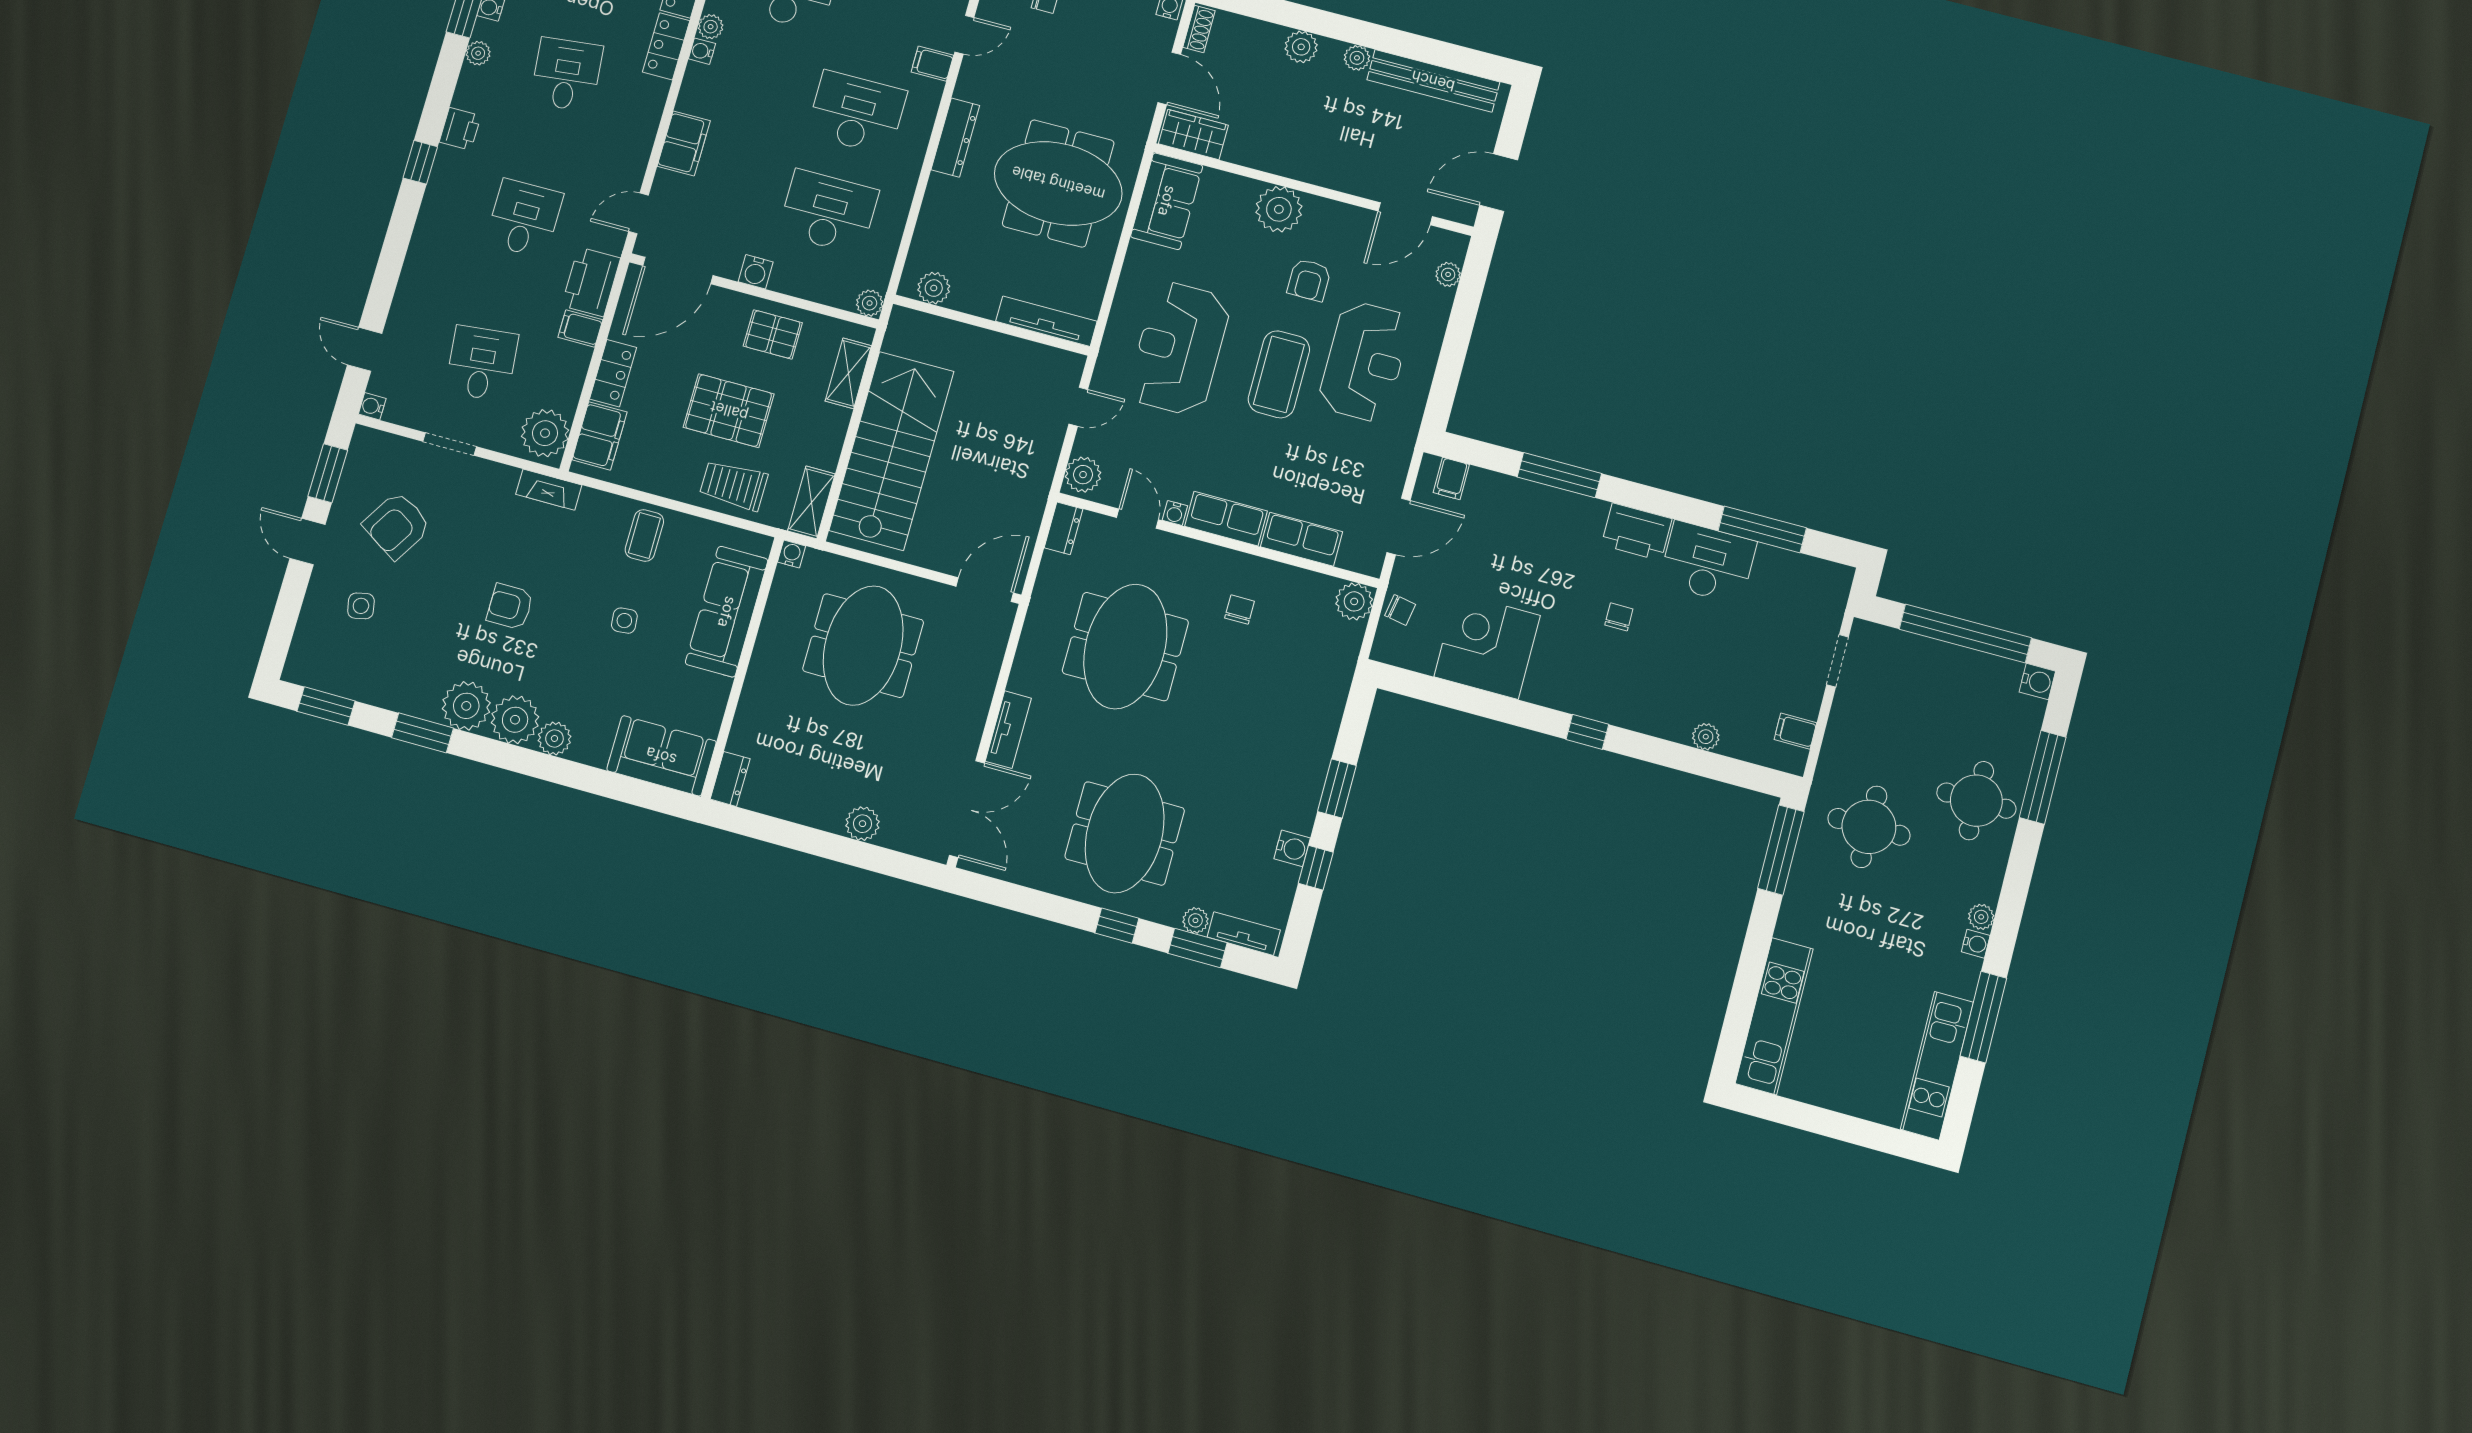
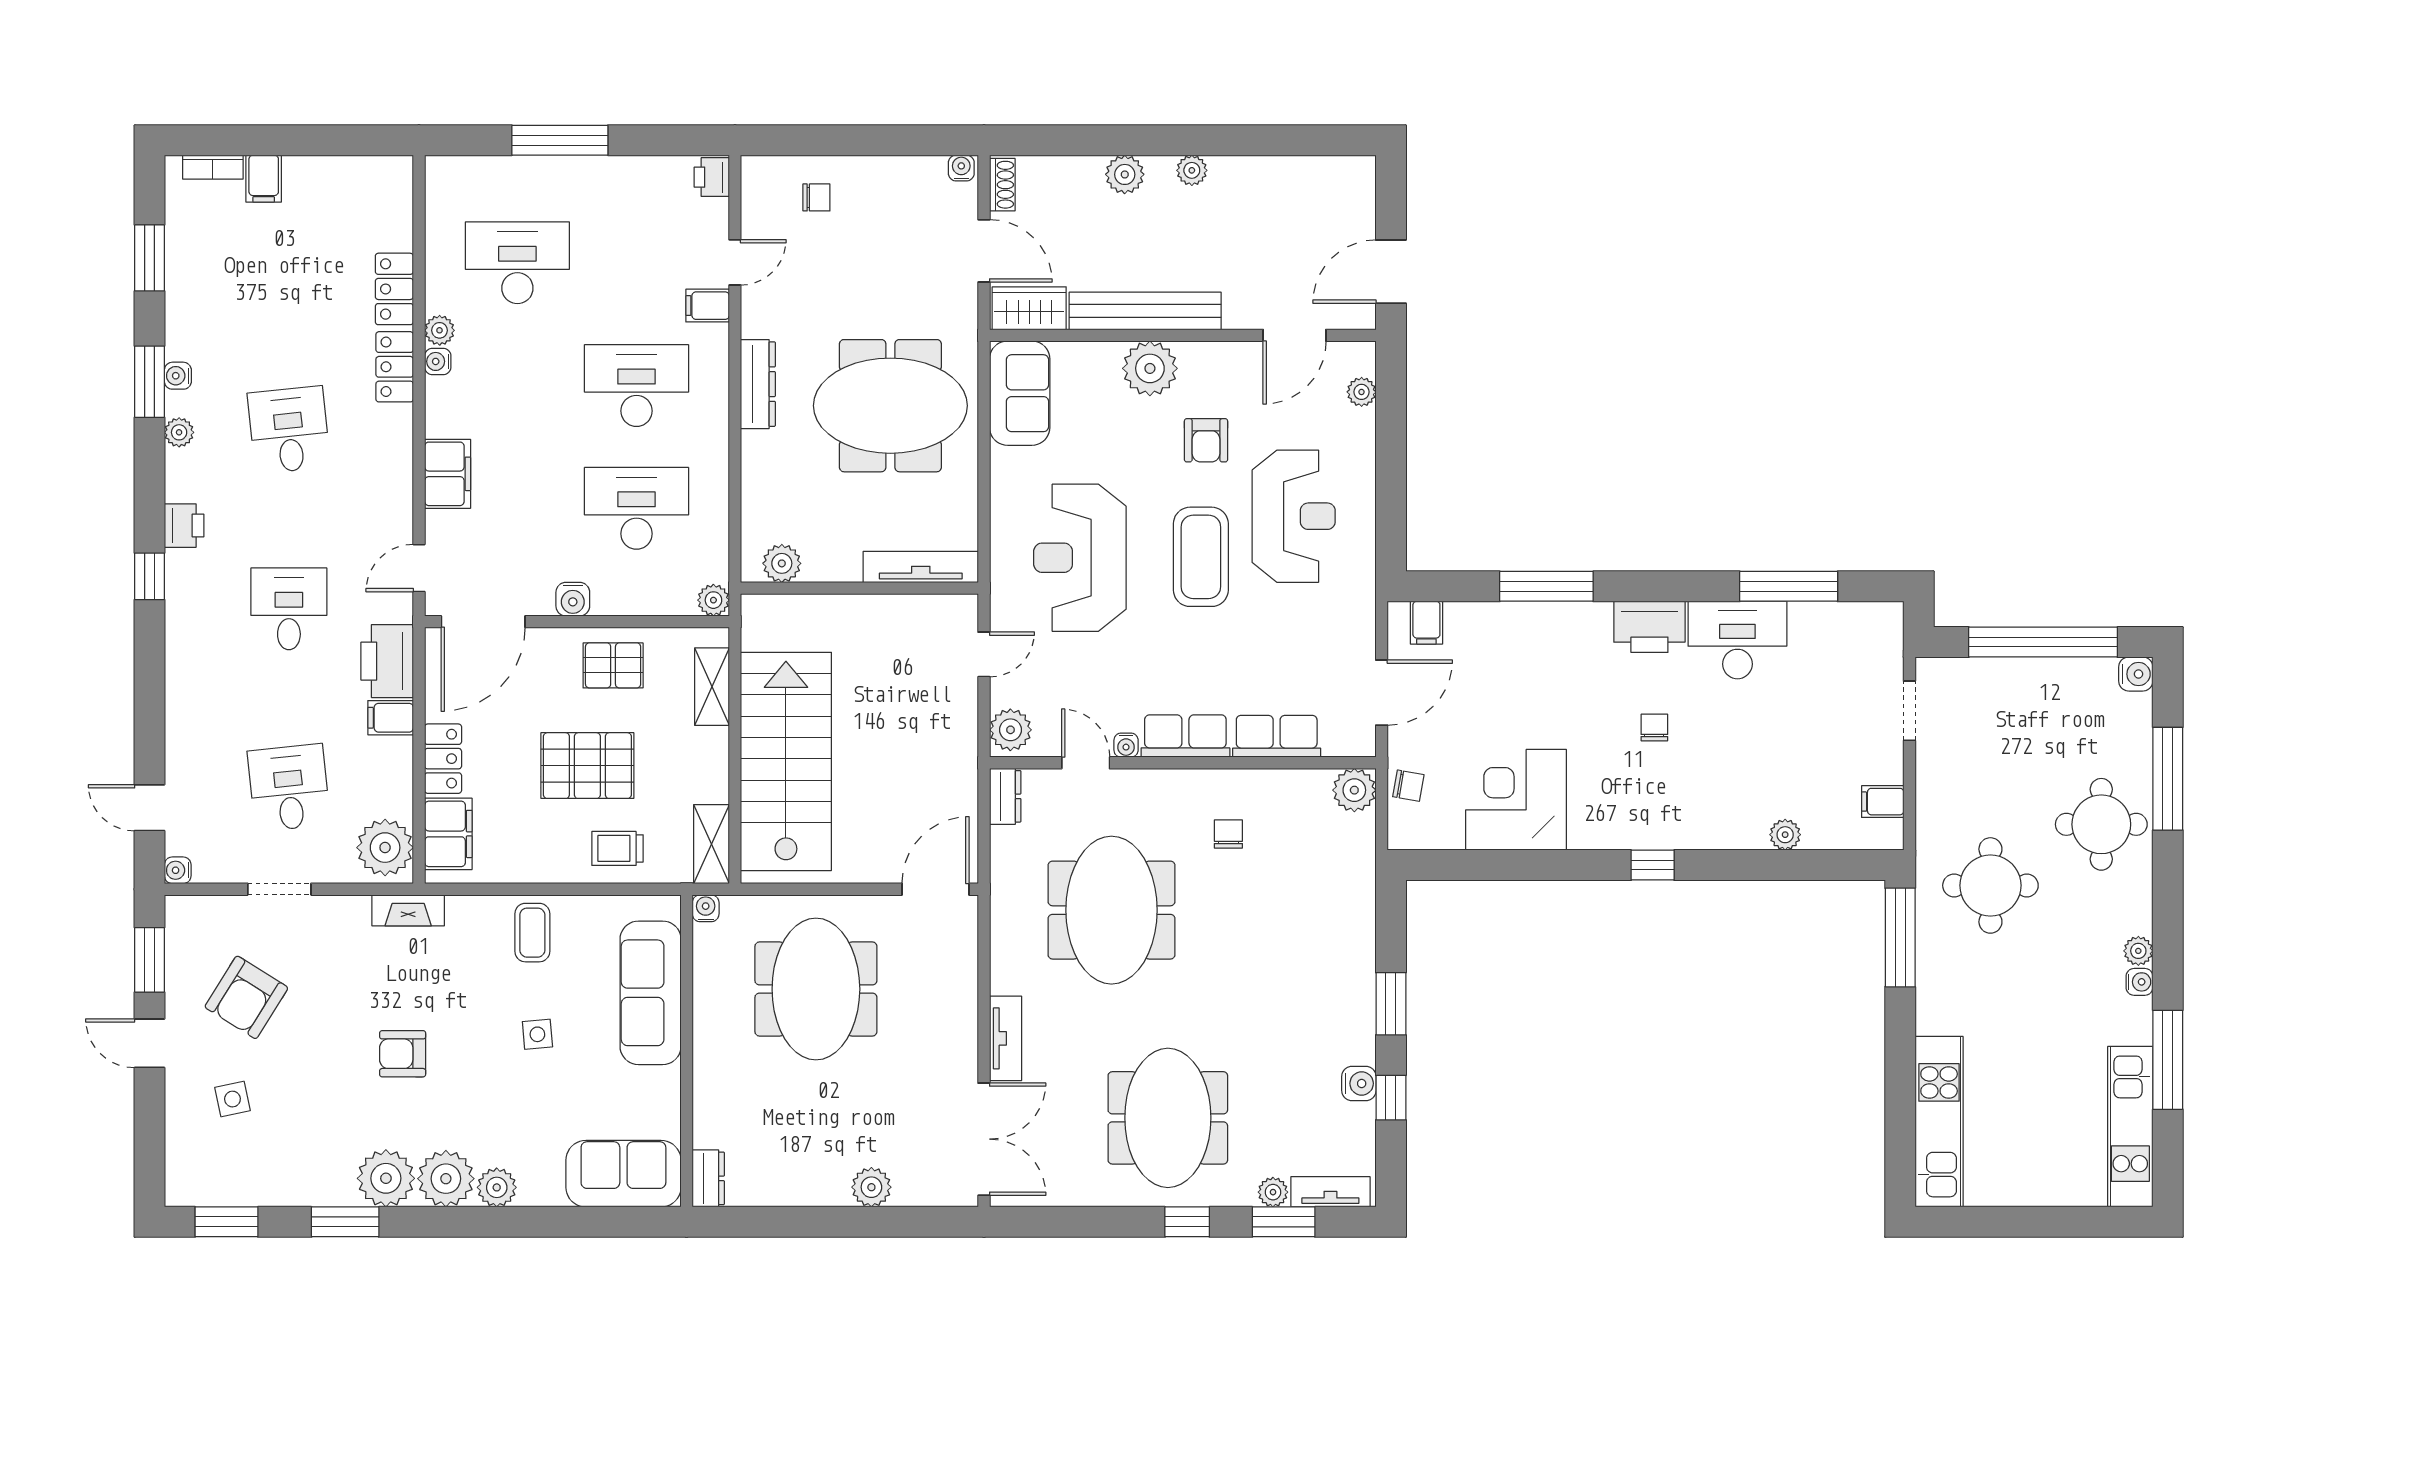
bench: (1433, 81) -> (1145, 311), moved
trolley: (734, 485) -> (617, 848), width x0.73, depth x0.72

